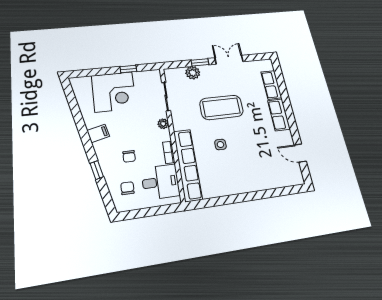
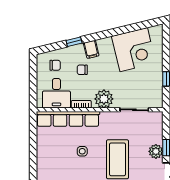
plant: (193, 73) -> (156, 151), moved
corner desk: (114, 92) -> (134, 50), moved, turned -104
plant: (163, 124) -> (104, 99), width x1.87, depth x1.87
filing cabinet: (98, 133) -> (91, 49), moved

